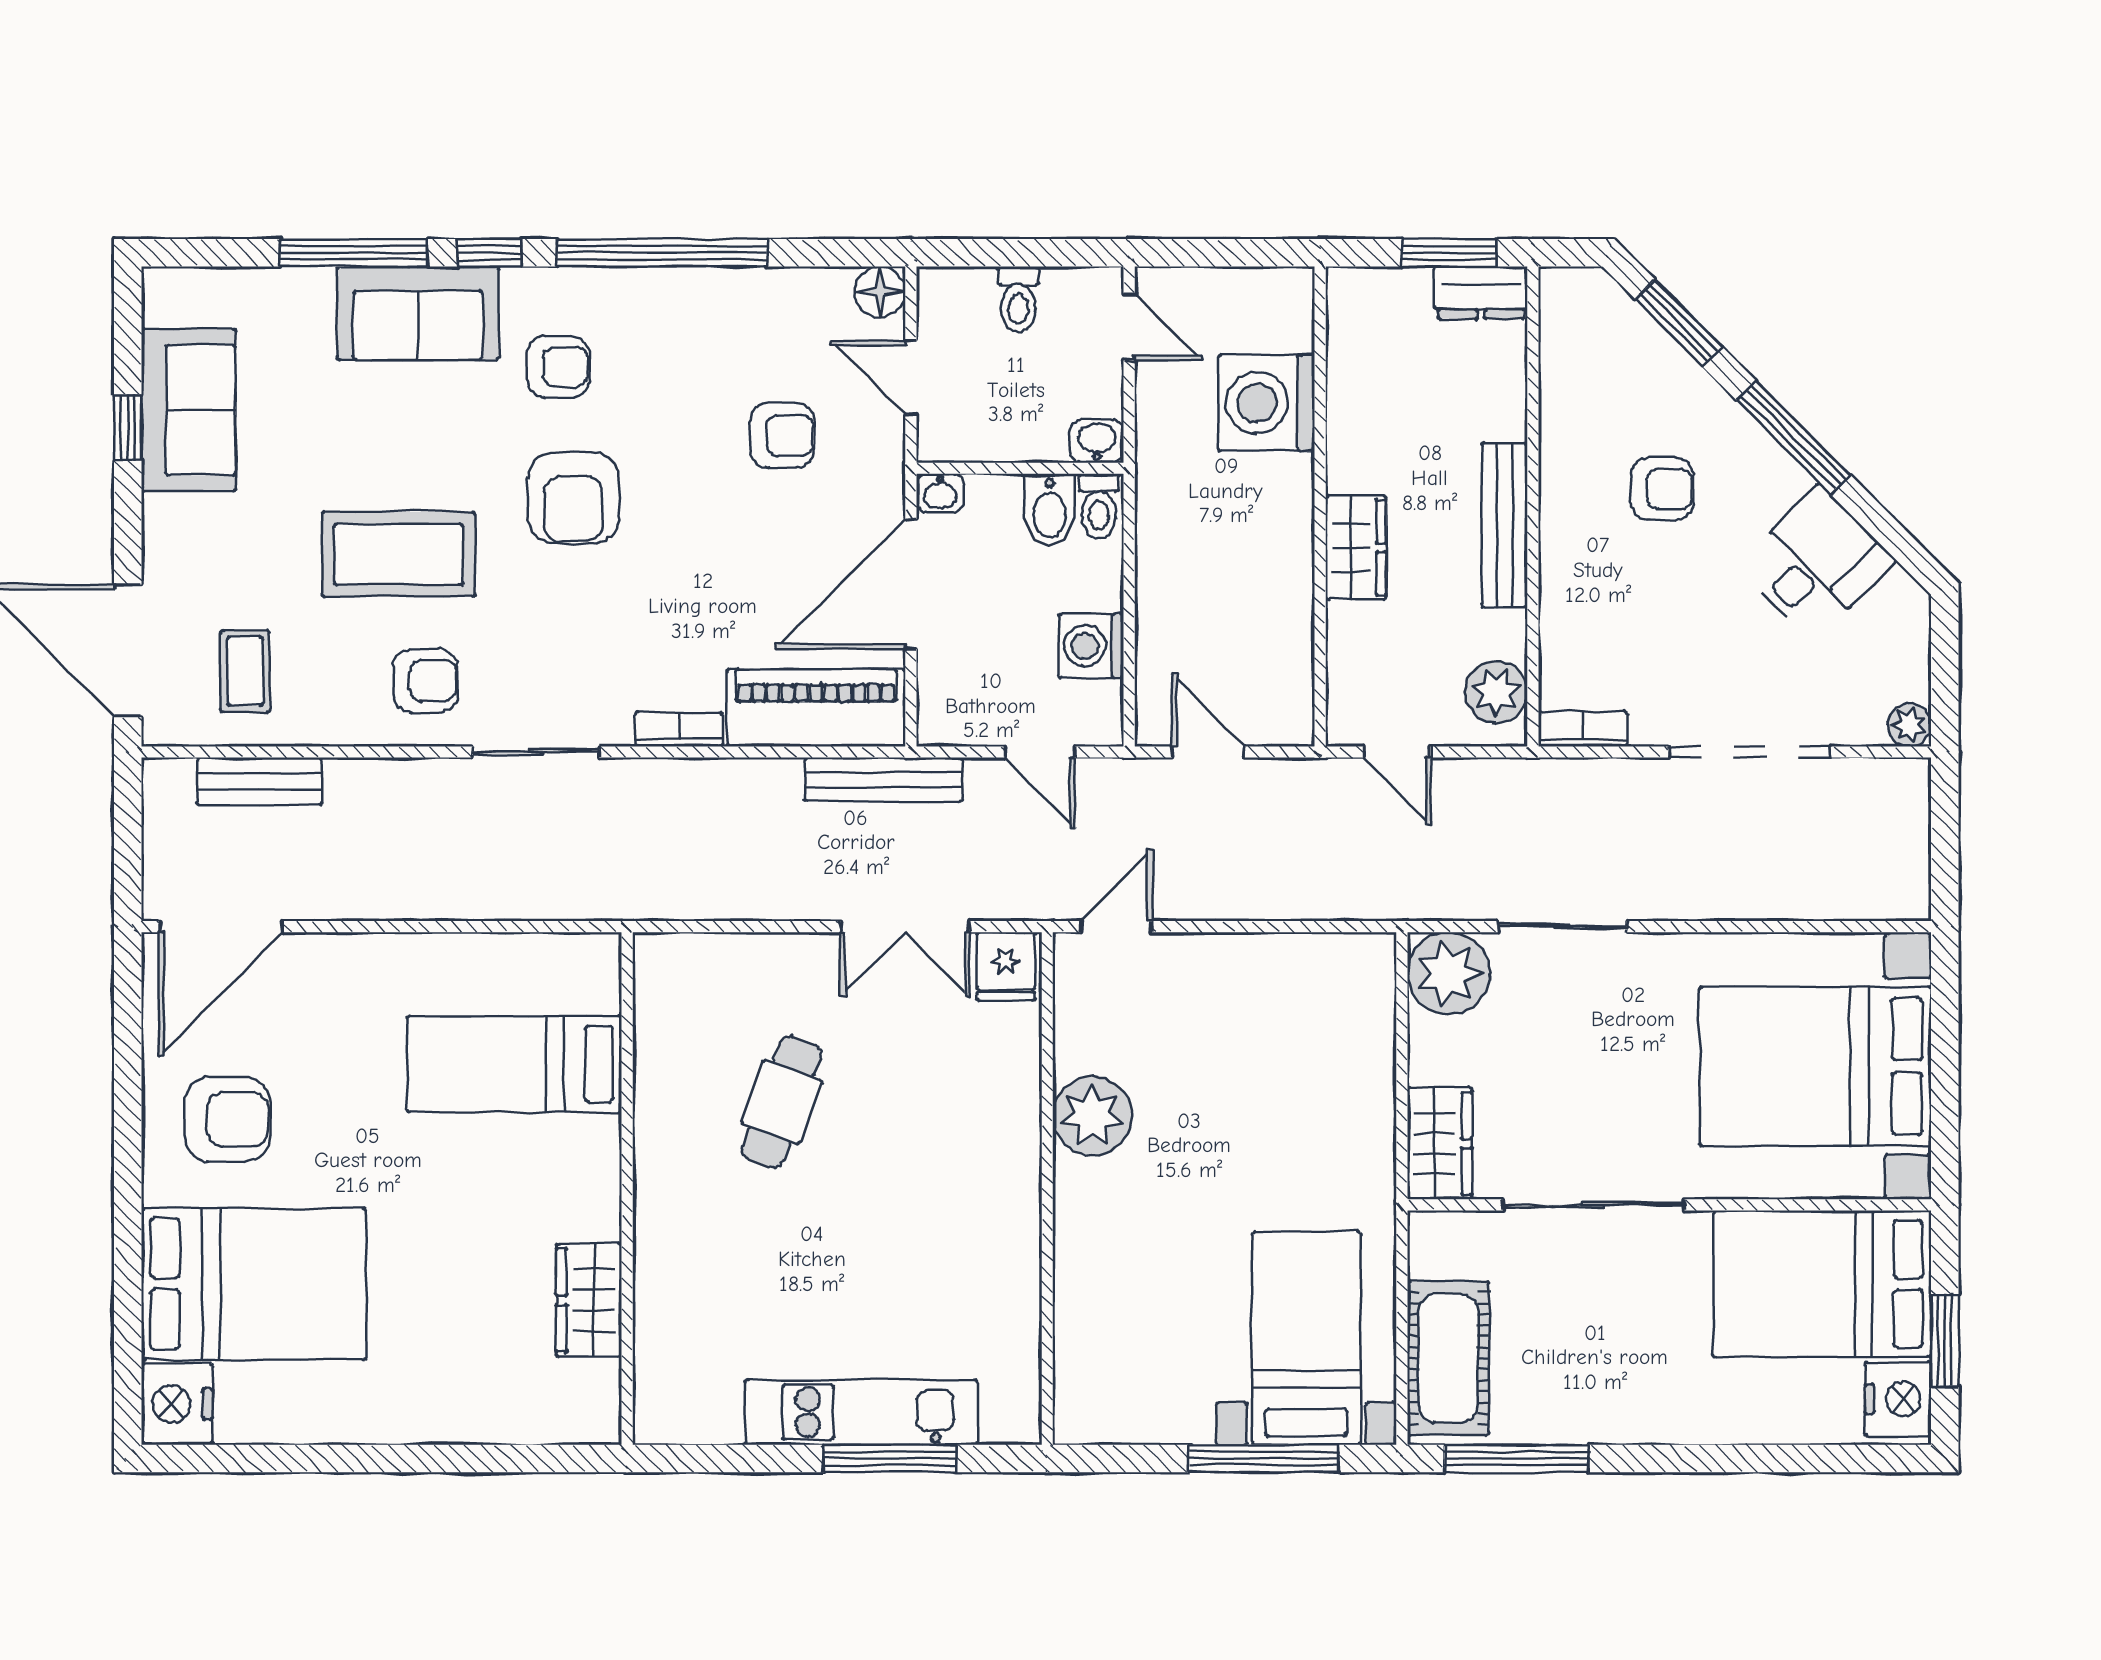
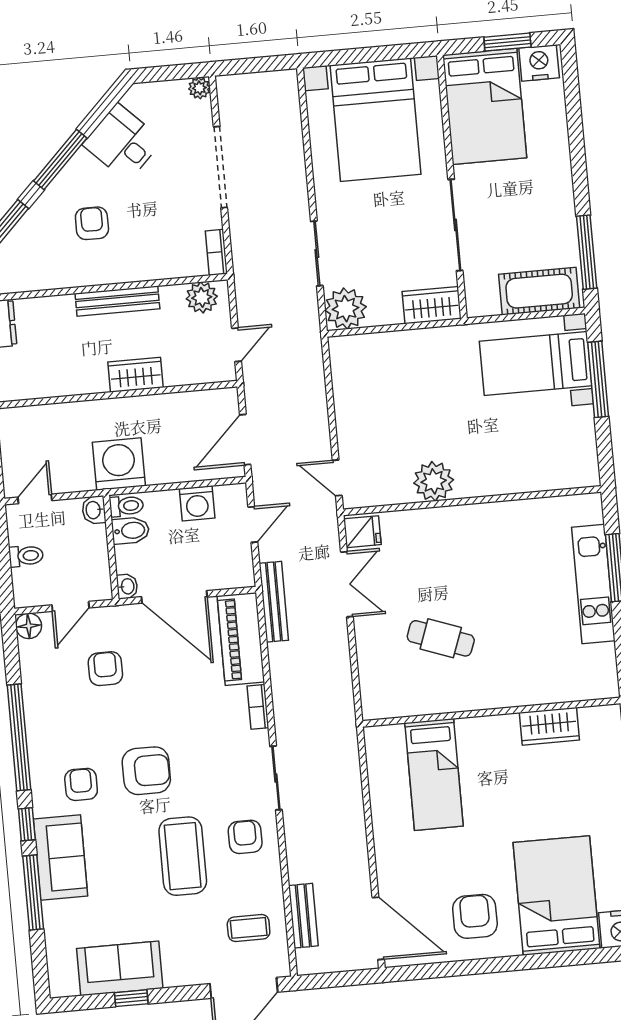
washing machine: (1266, 403) -> (119, 464), moved, turned 180
door: (1208, 752) -> (245, 440), width x1.38

